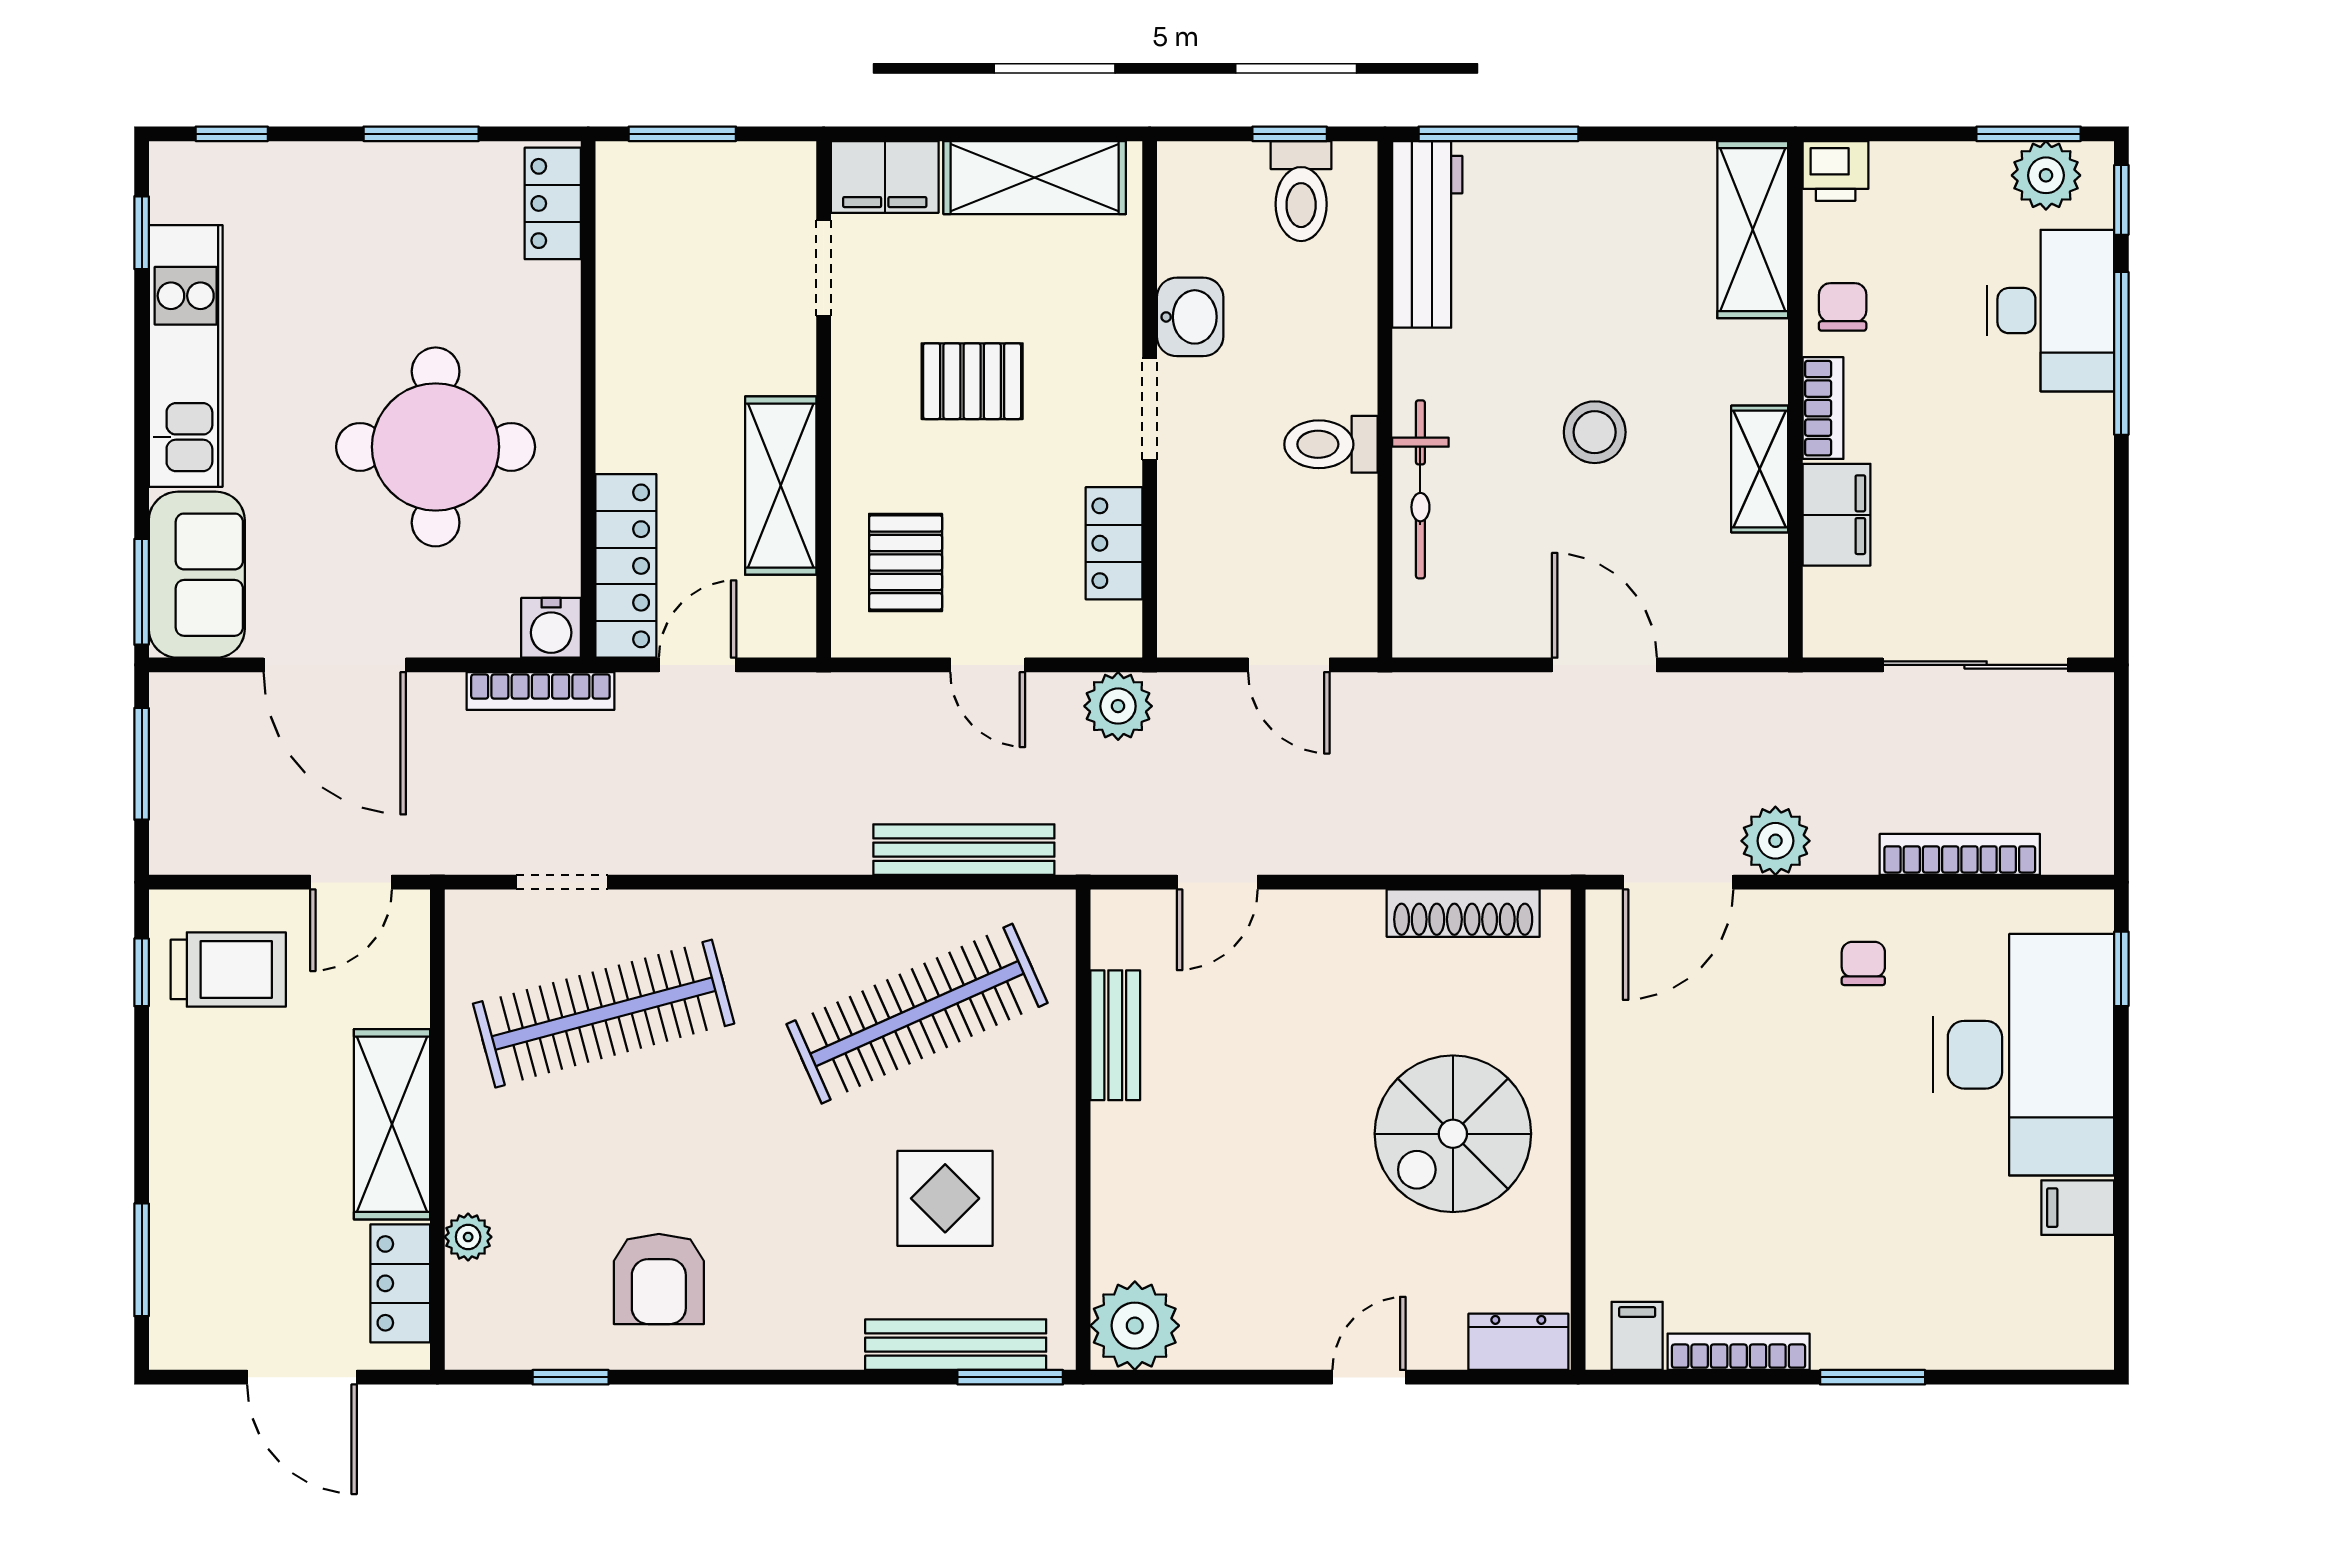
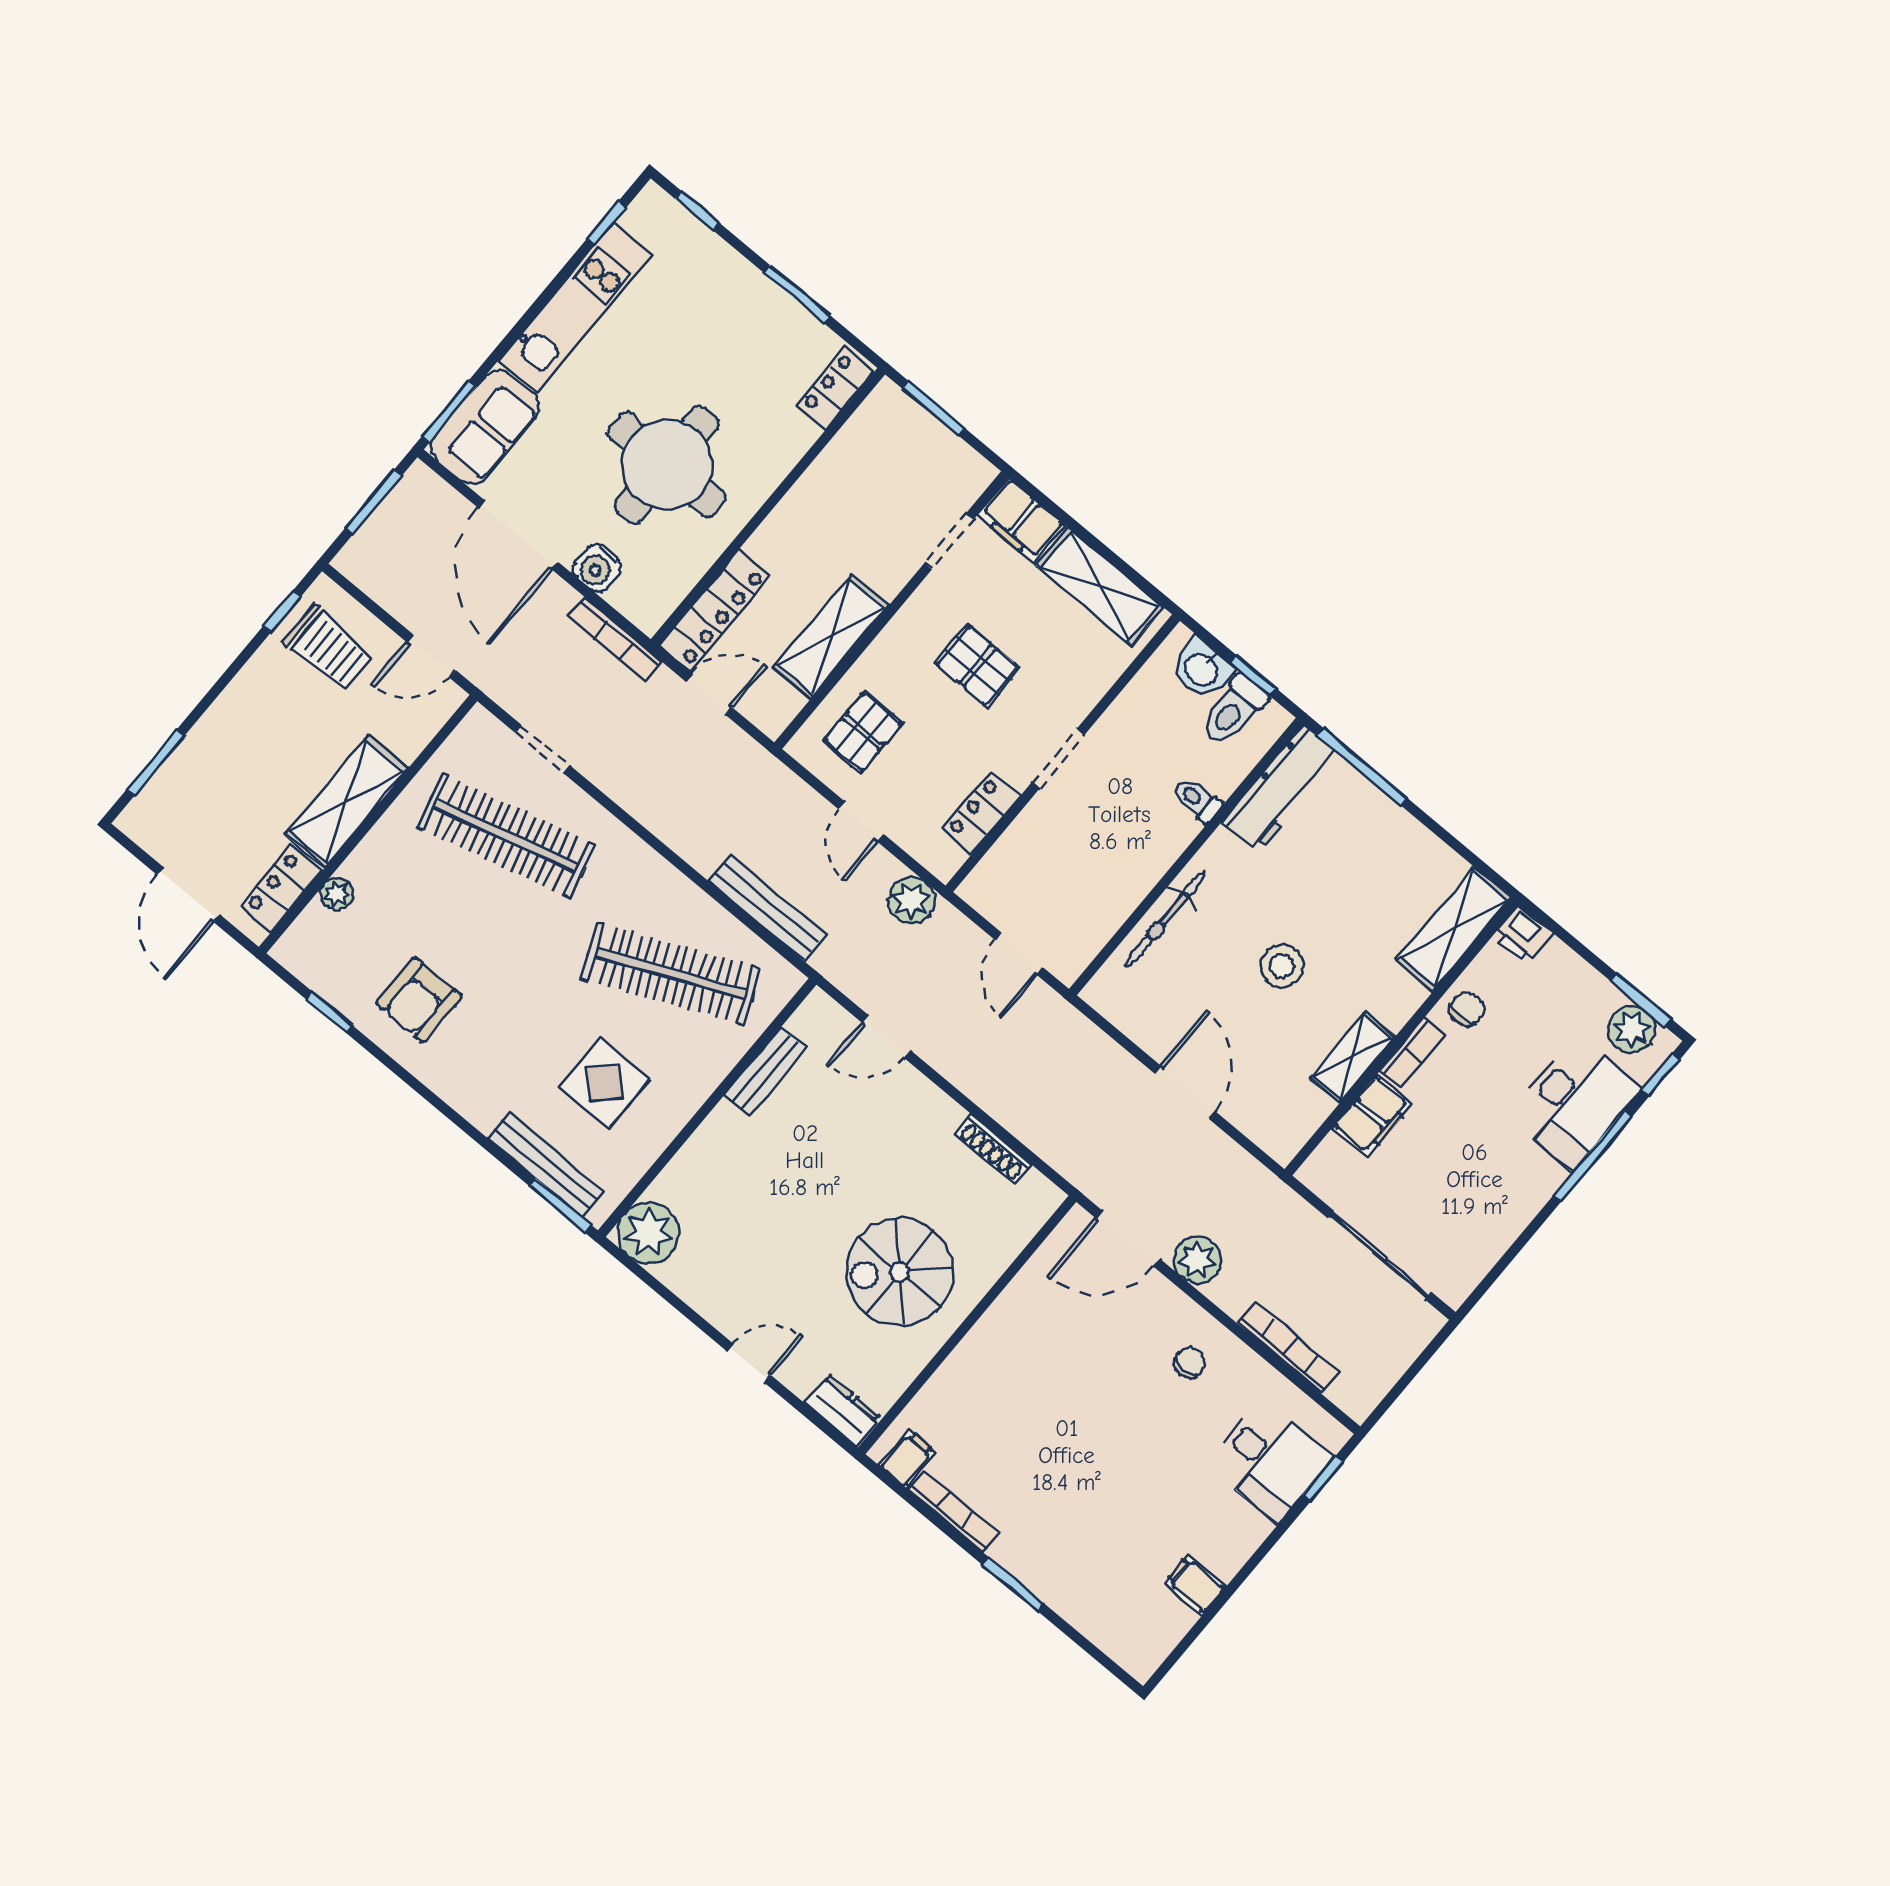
washbasin: (1190, 317) -> (1202, 669), moved, turned 90
toilet: (1331, 444) -> (1197, 800), moved, width x0.73, depth x0.72
water cooler: (551, 628) -> (597, 568), moved
shoe rack: (1463, 913) -> (993, 1149), width x0.74, depth x0.81
desk: (2024, 1055) -> (1270, 1461), width x0.53, depth x0.77

